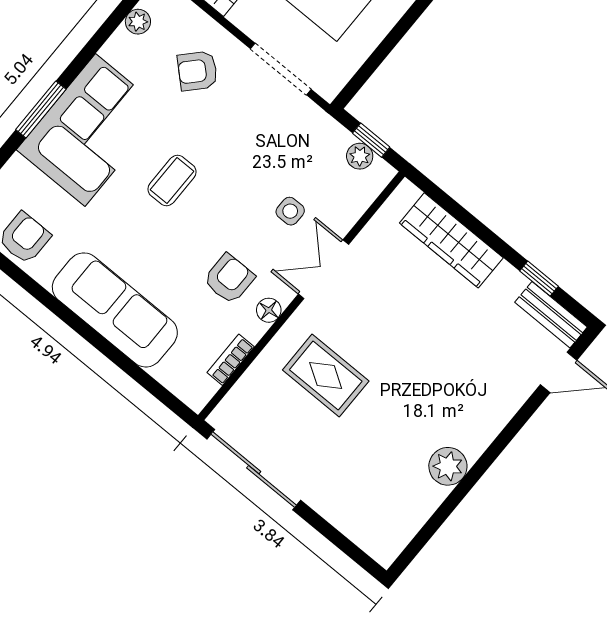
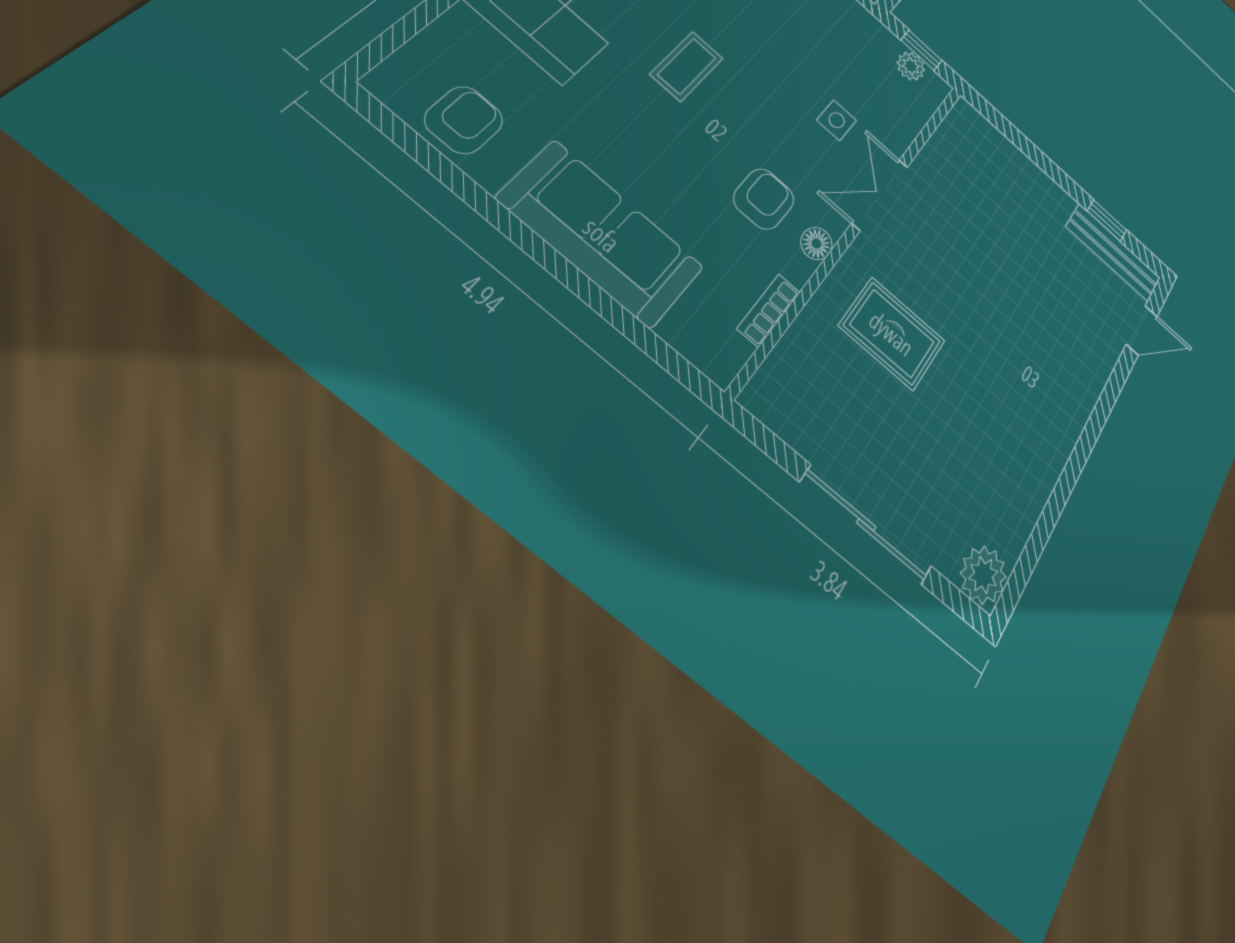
wardrobe: (451, 240) -> (1016, 171), removed
bench: (551, 315) -> (1113, 252), width x1.36
plant: (448, 466) -> (983, 575), moved
sliding door: (254, 470) -> (866, 525), moved

